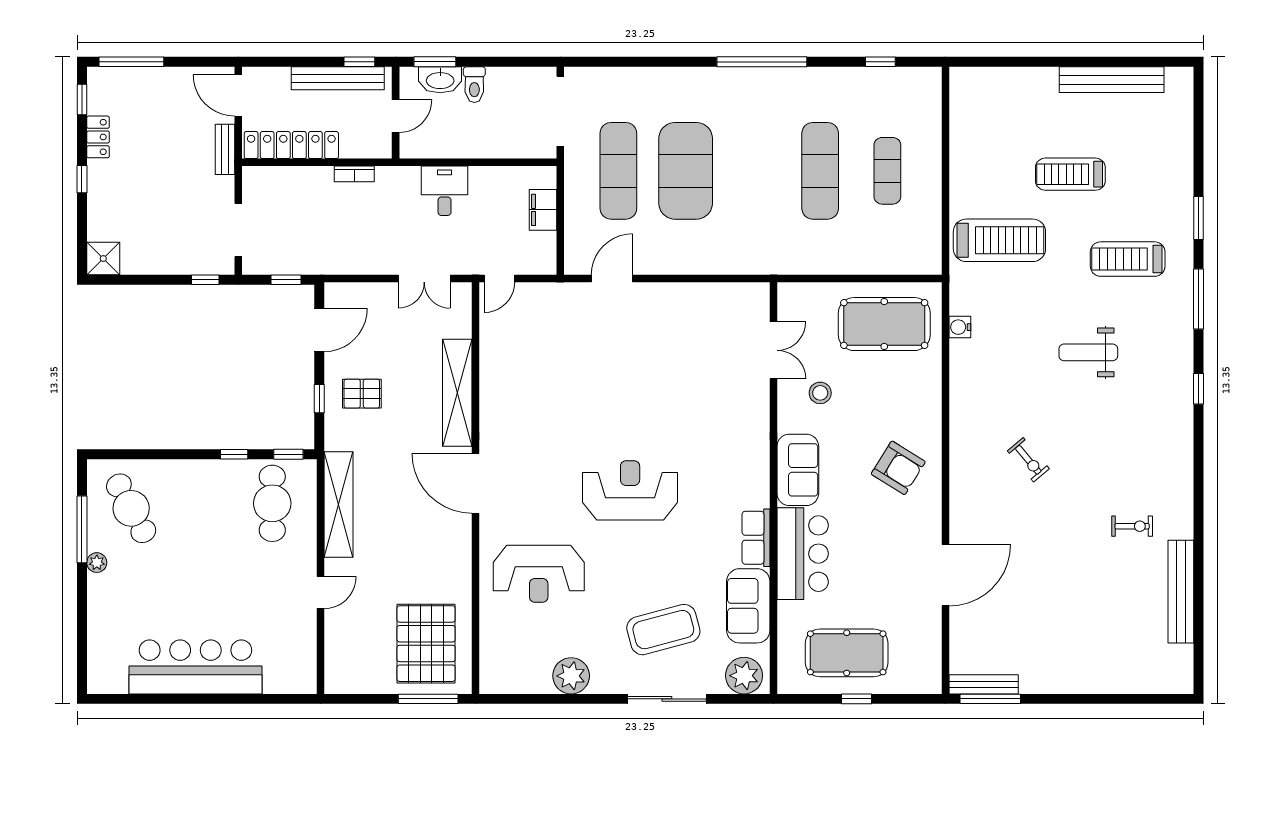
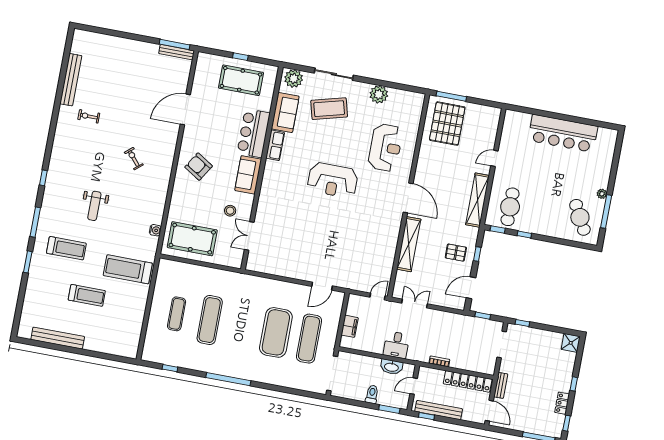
washbasin: (440, 80) -> (391, 367), moved, turned 180
weight bench: (1088, 352) -> (94, 206), turned 90
reception desk: (539, 574) -> (385, 148), turned 90

